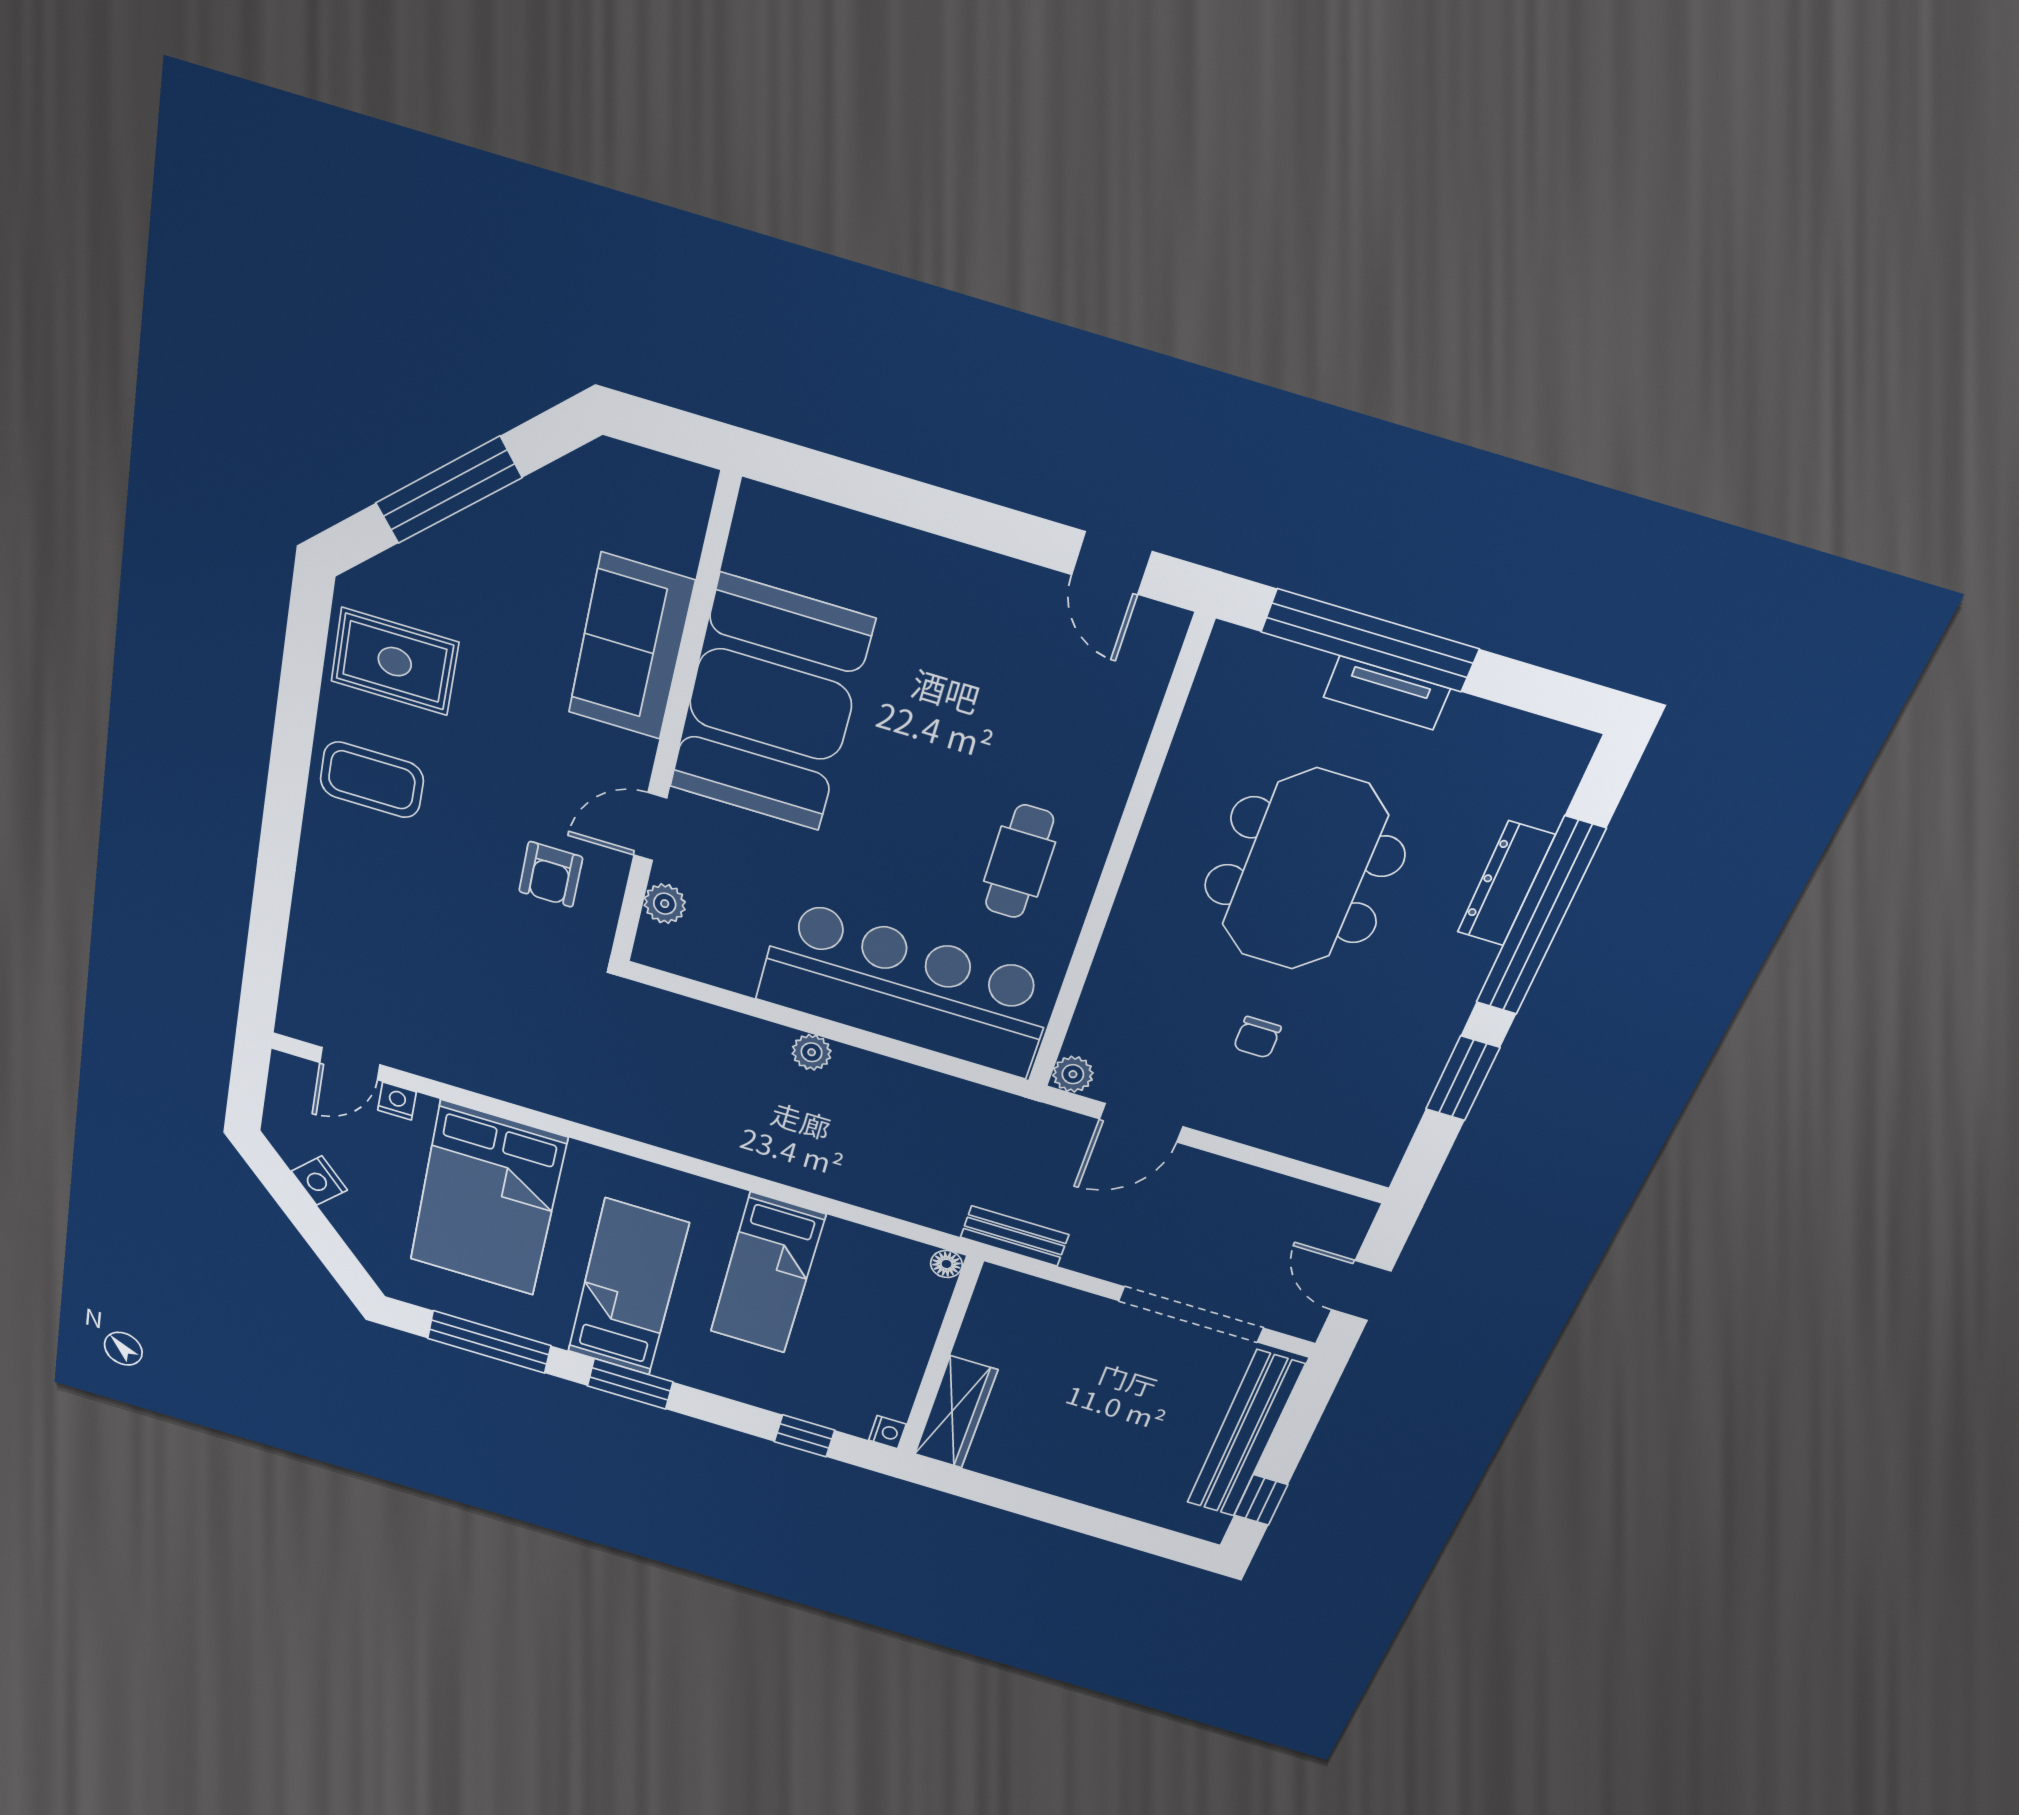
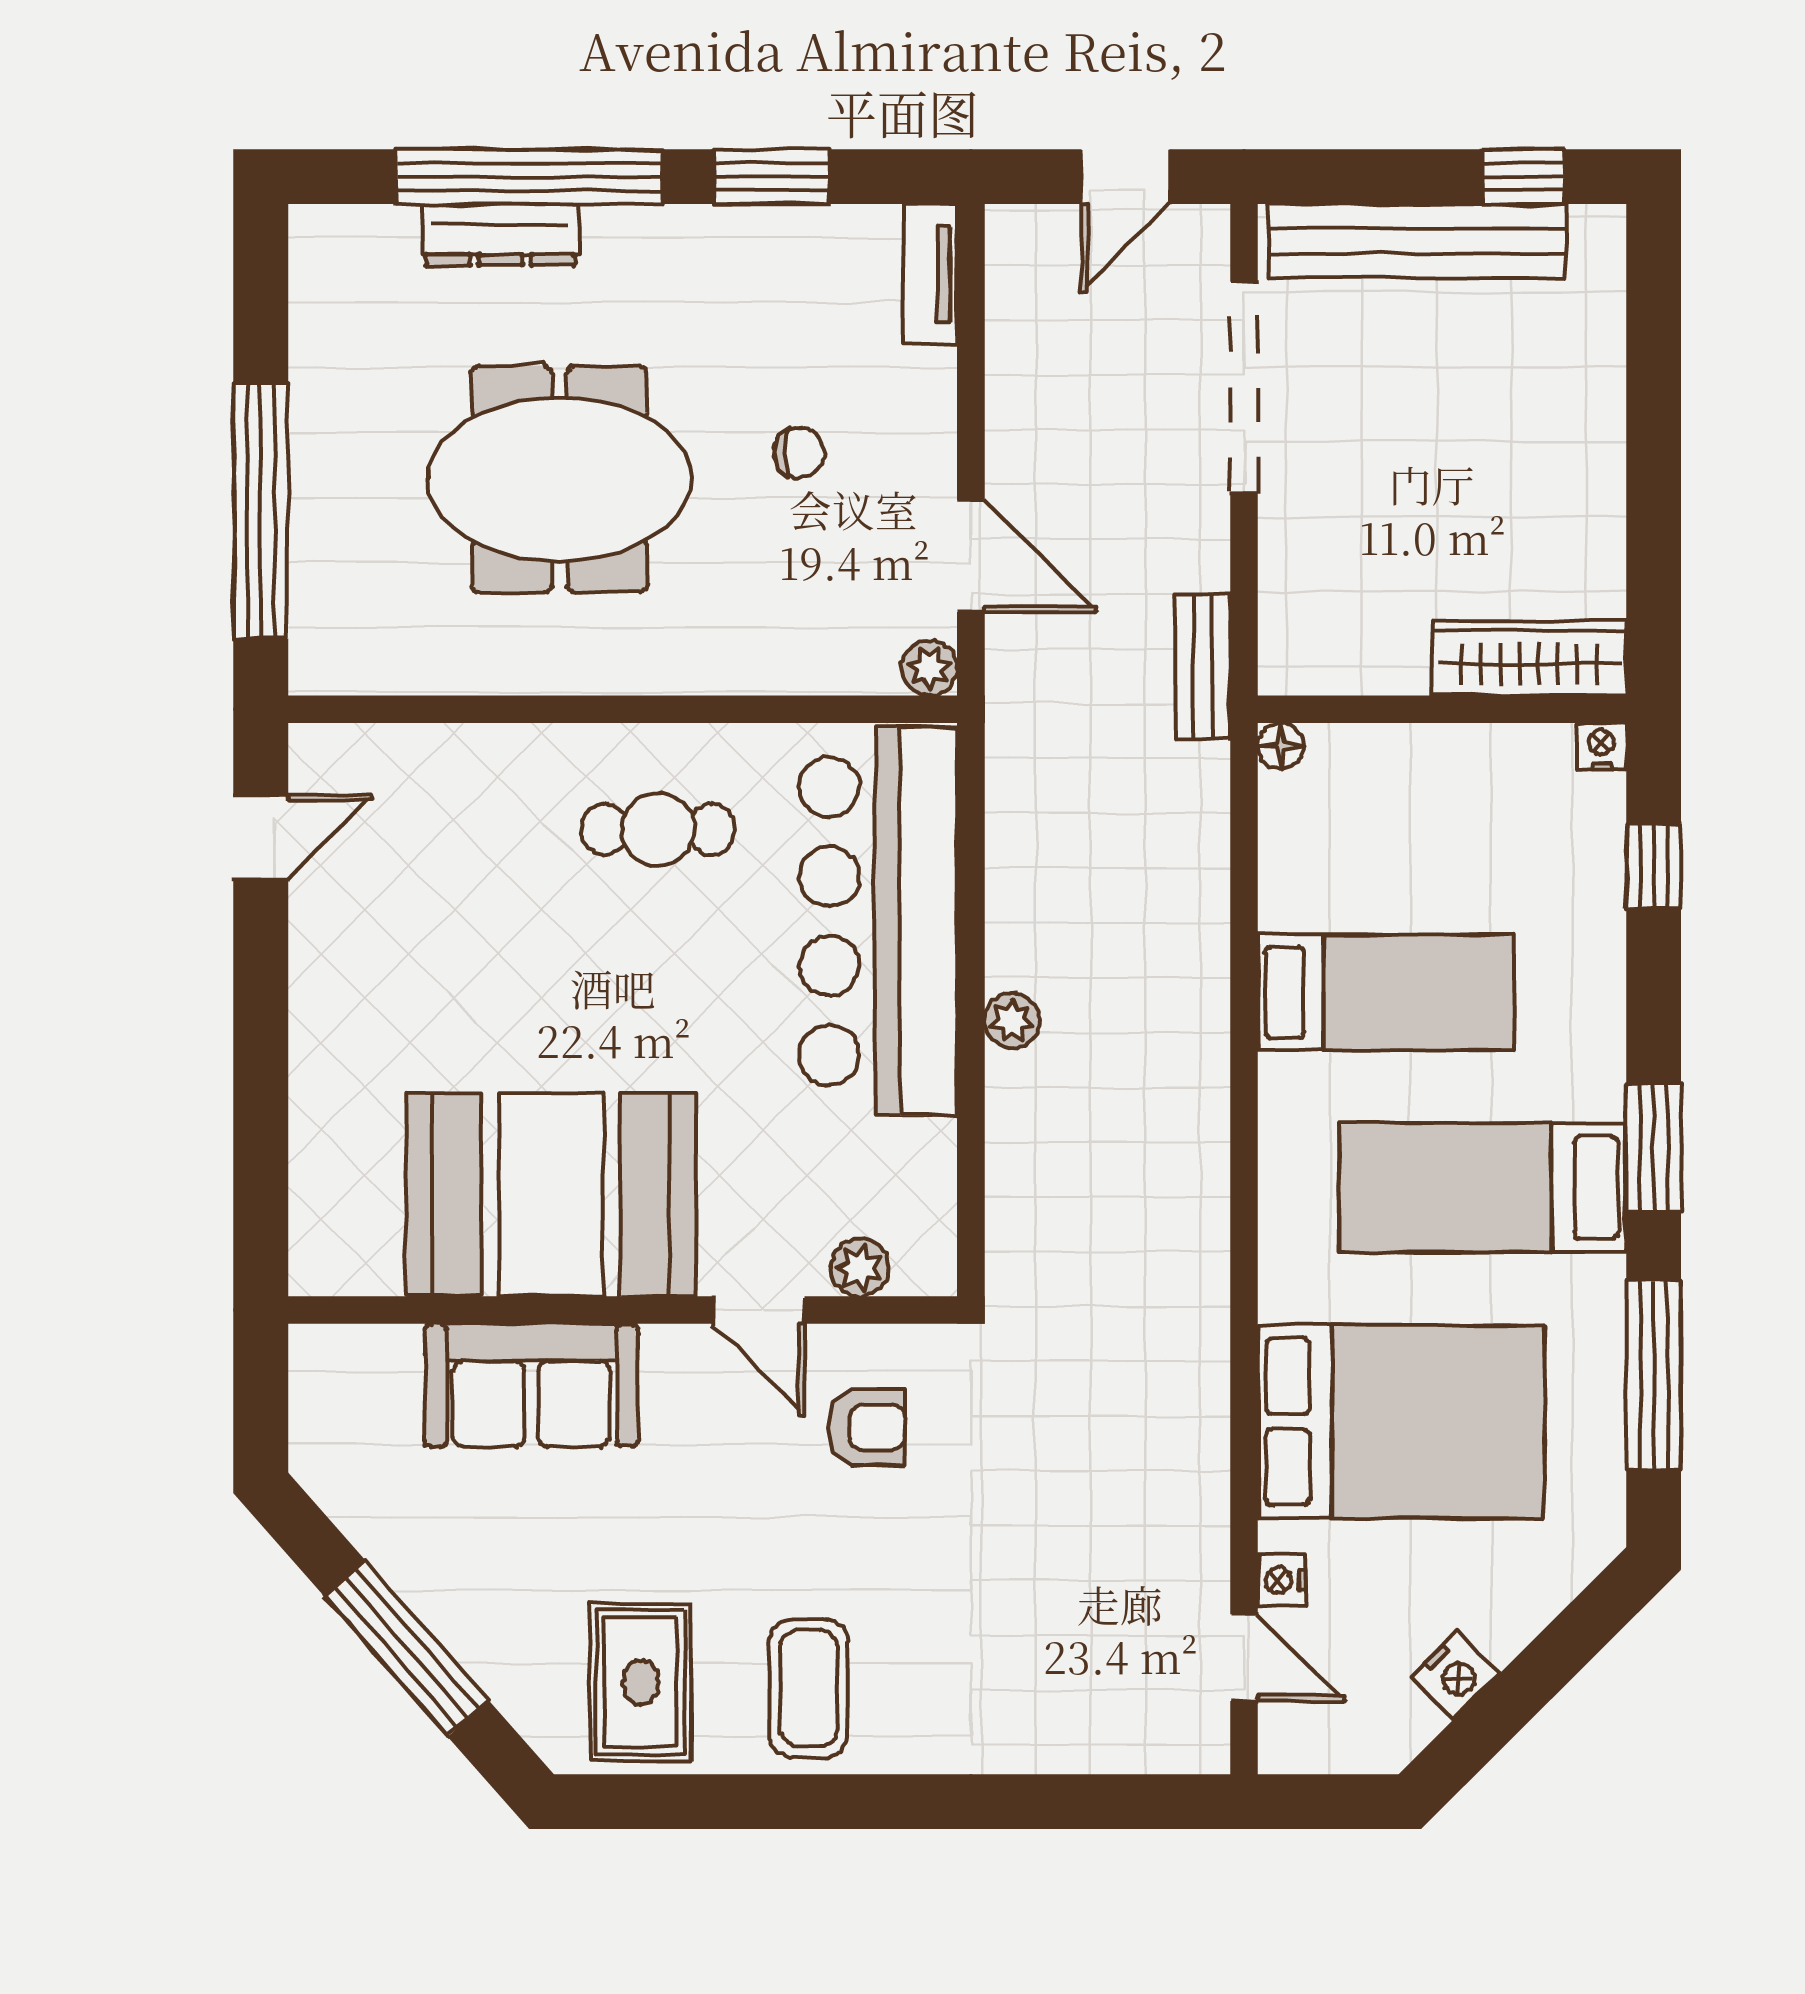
tv unit: (1387, 693) -> (930, 274), moved, turned 180

